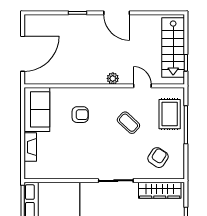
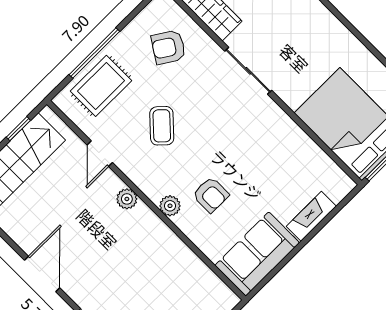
plant: (92, 93) -> (170, 206), added
armchair: (80, 115) -> (211, 195), turned 180

